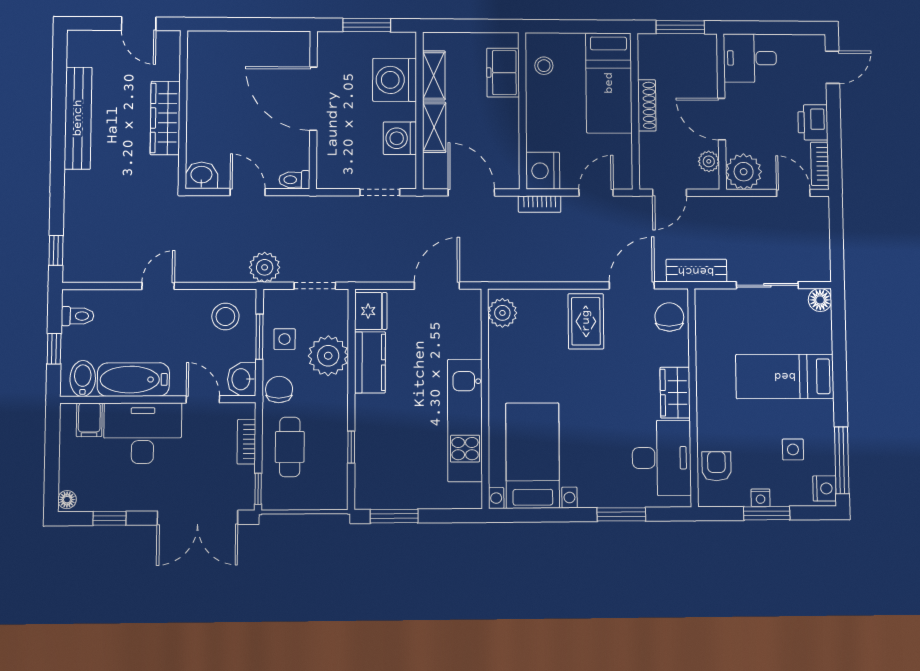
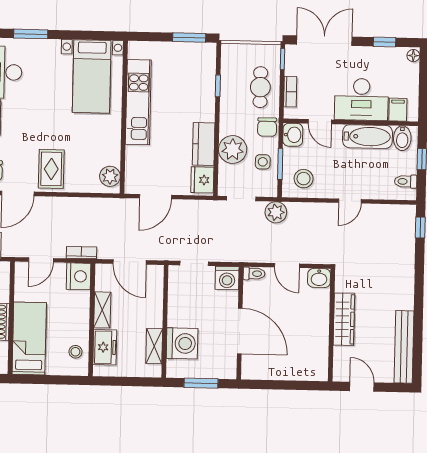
bench: (78, 118) -> (404, 347), moved
shelving: (434, 127) -> (102, 310), moved
washing machine: (400, 138) -> (227, 278), moved, turned 90

